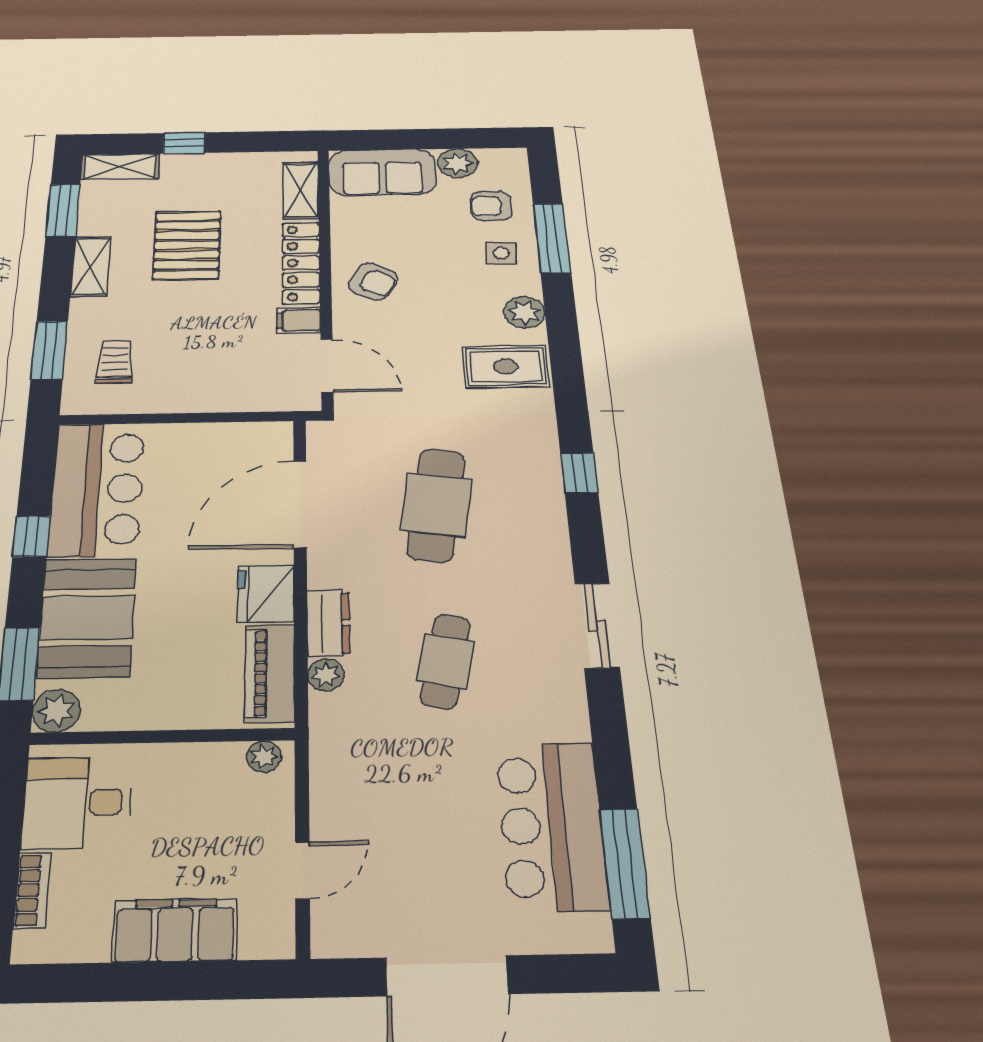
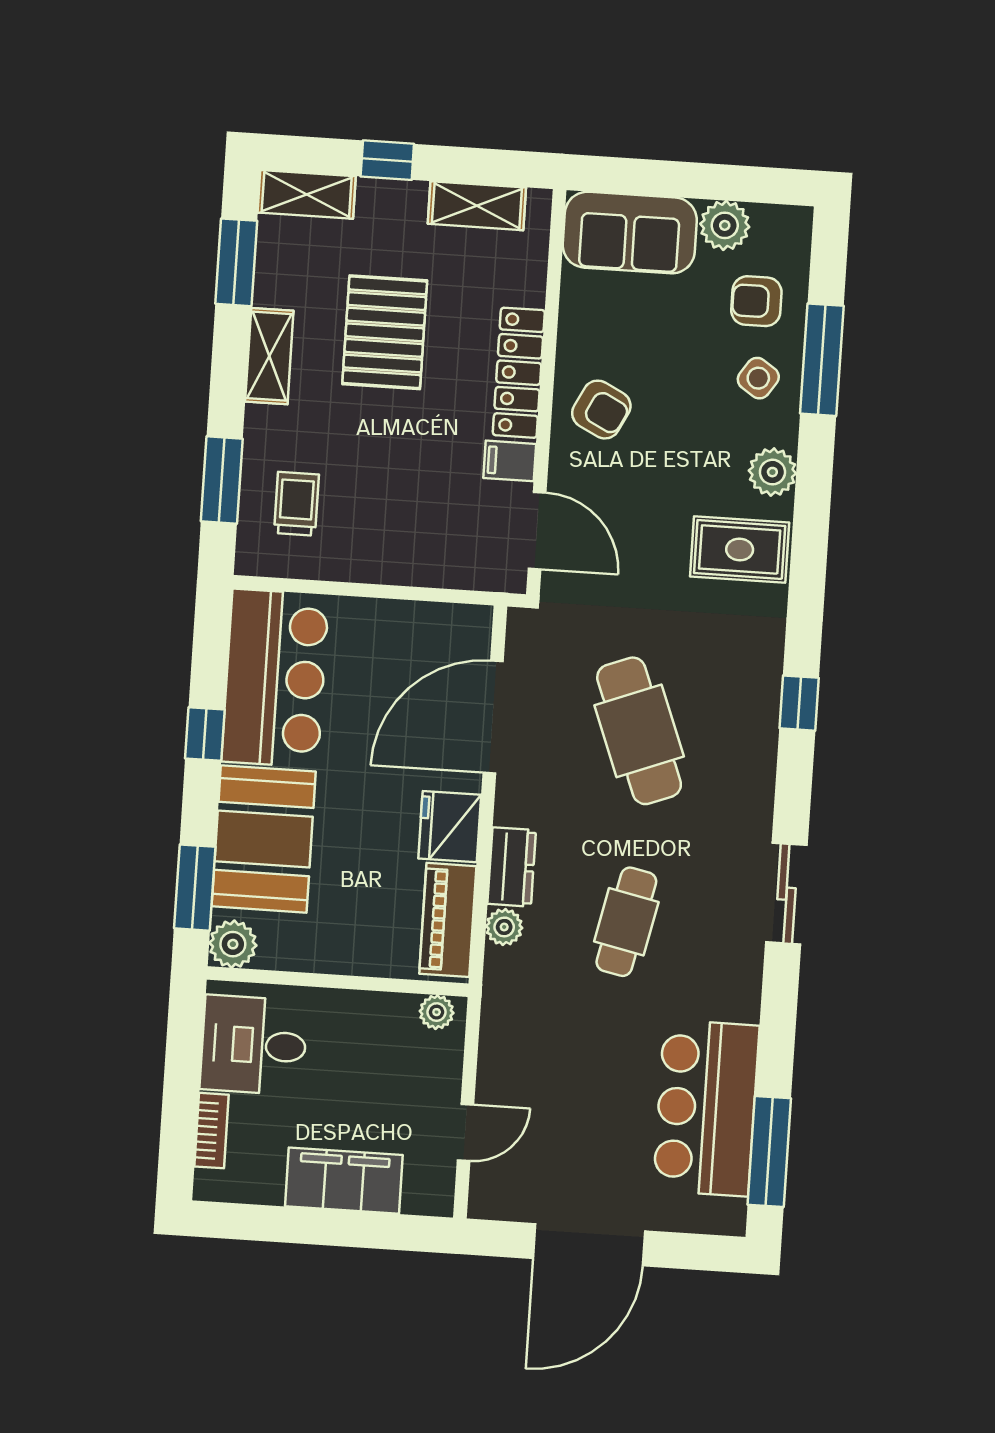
shelving: (301, 190) -> (477, 206), moved, turned 90
side table: (501, 253) -> (758, 378), turned 31
cafe table: (436, 505) -> (639, 731), turned -30

